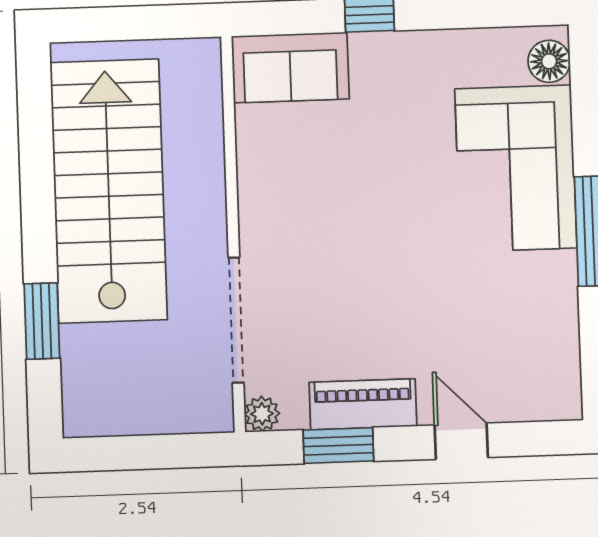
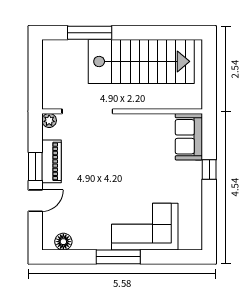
floor lamp: (549, 61) -> (63, 242), moved
window: (42, 321) -> (90, 33), width x1.44
window: (338, 445) -> (35, 167), moved

